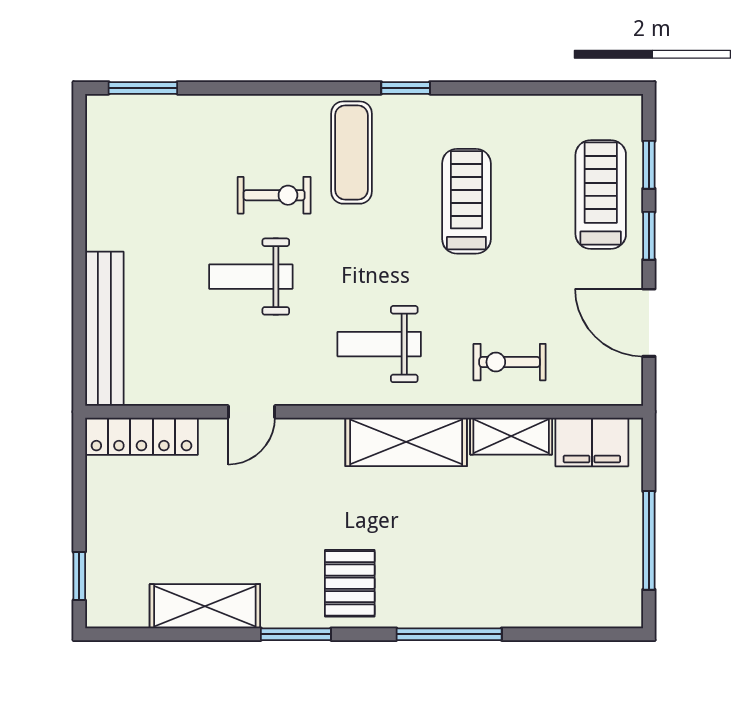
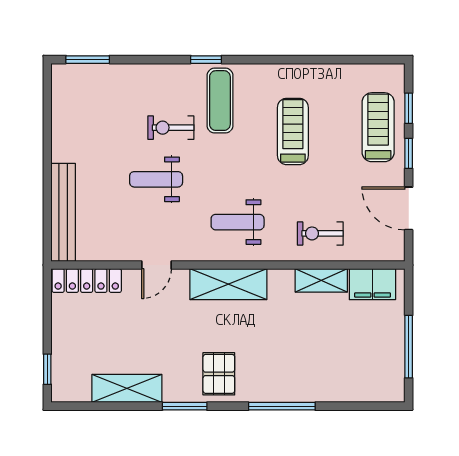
window: (406, 88) -> (206, 60), moved
exercise bike: (274, 195) -> (171, 128), turned 180
shelving: (406, 442) -> (228, 284), moved

